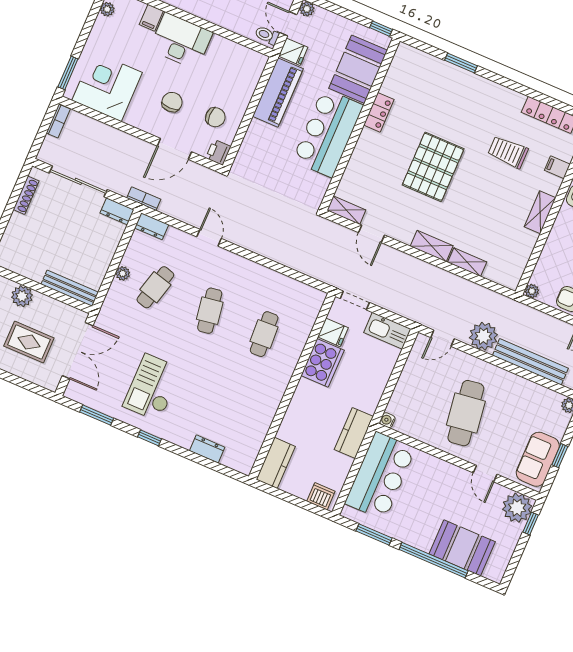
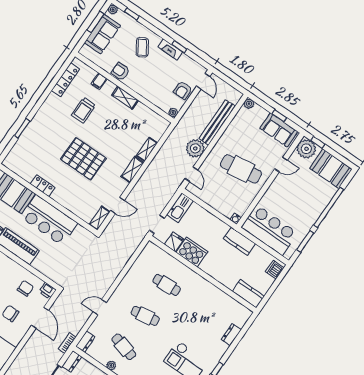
booth: (462, 548) -> (331, 169), moved, turned 90

